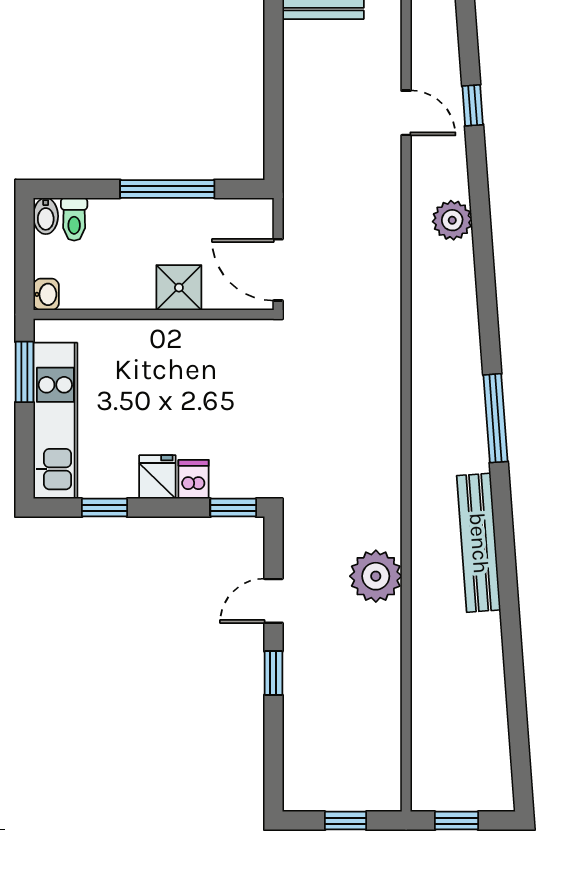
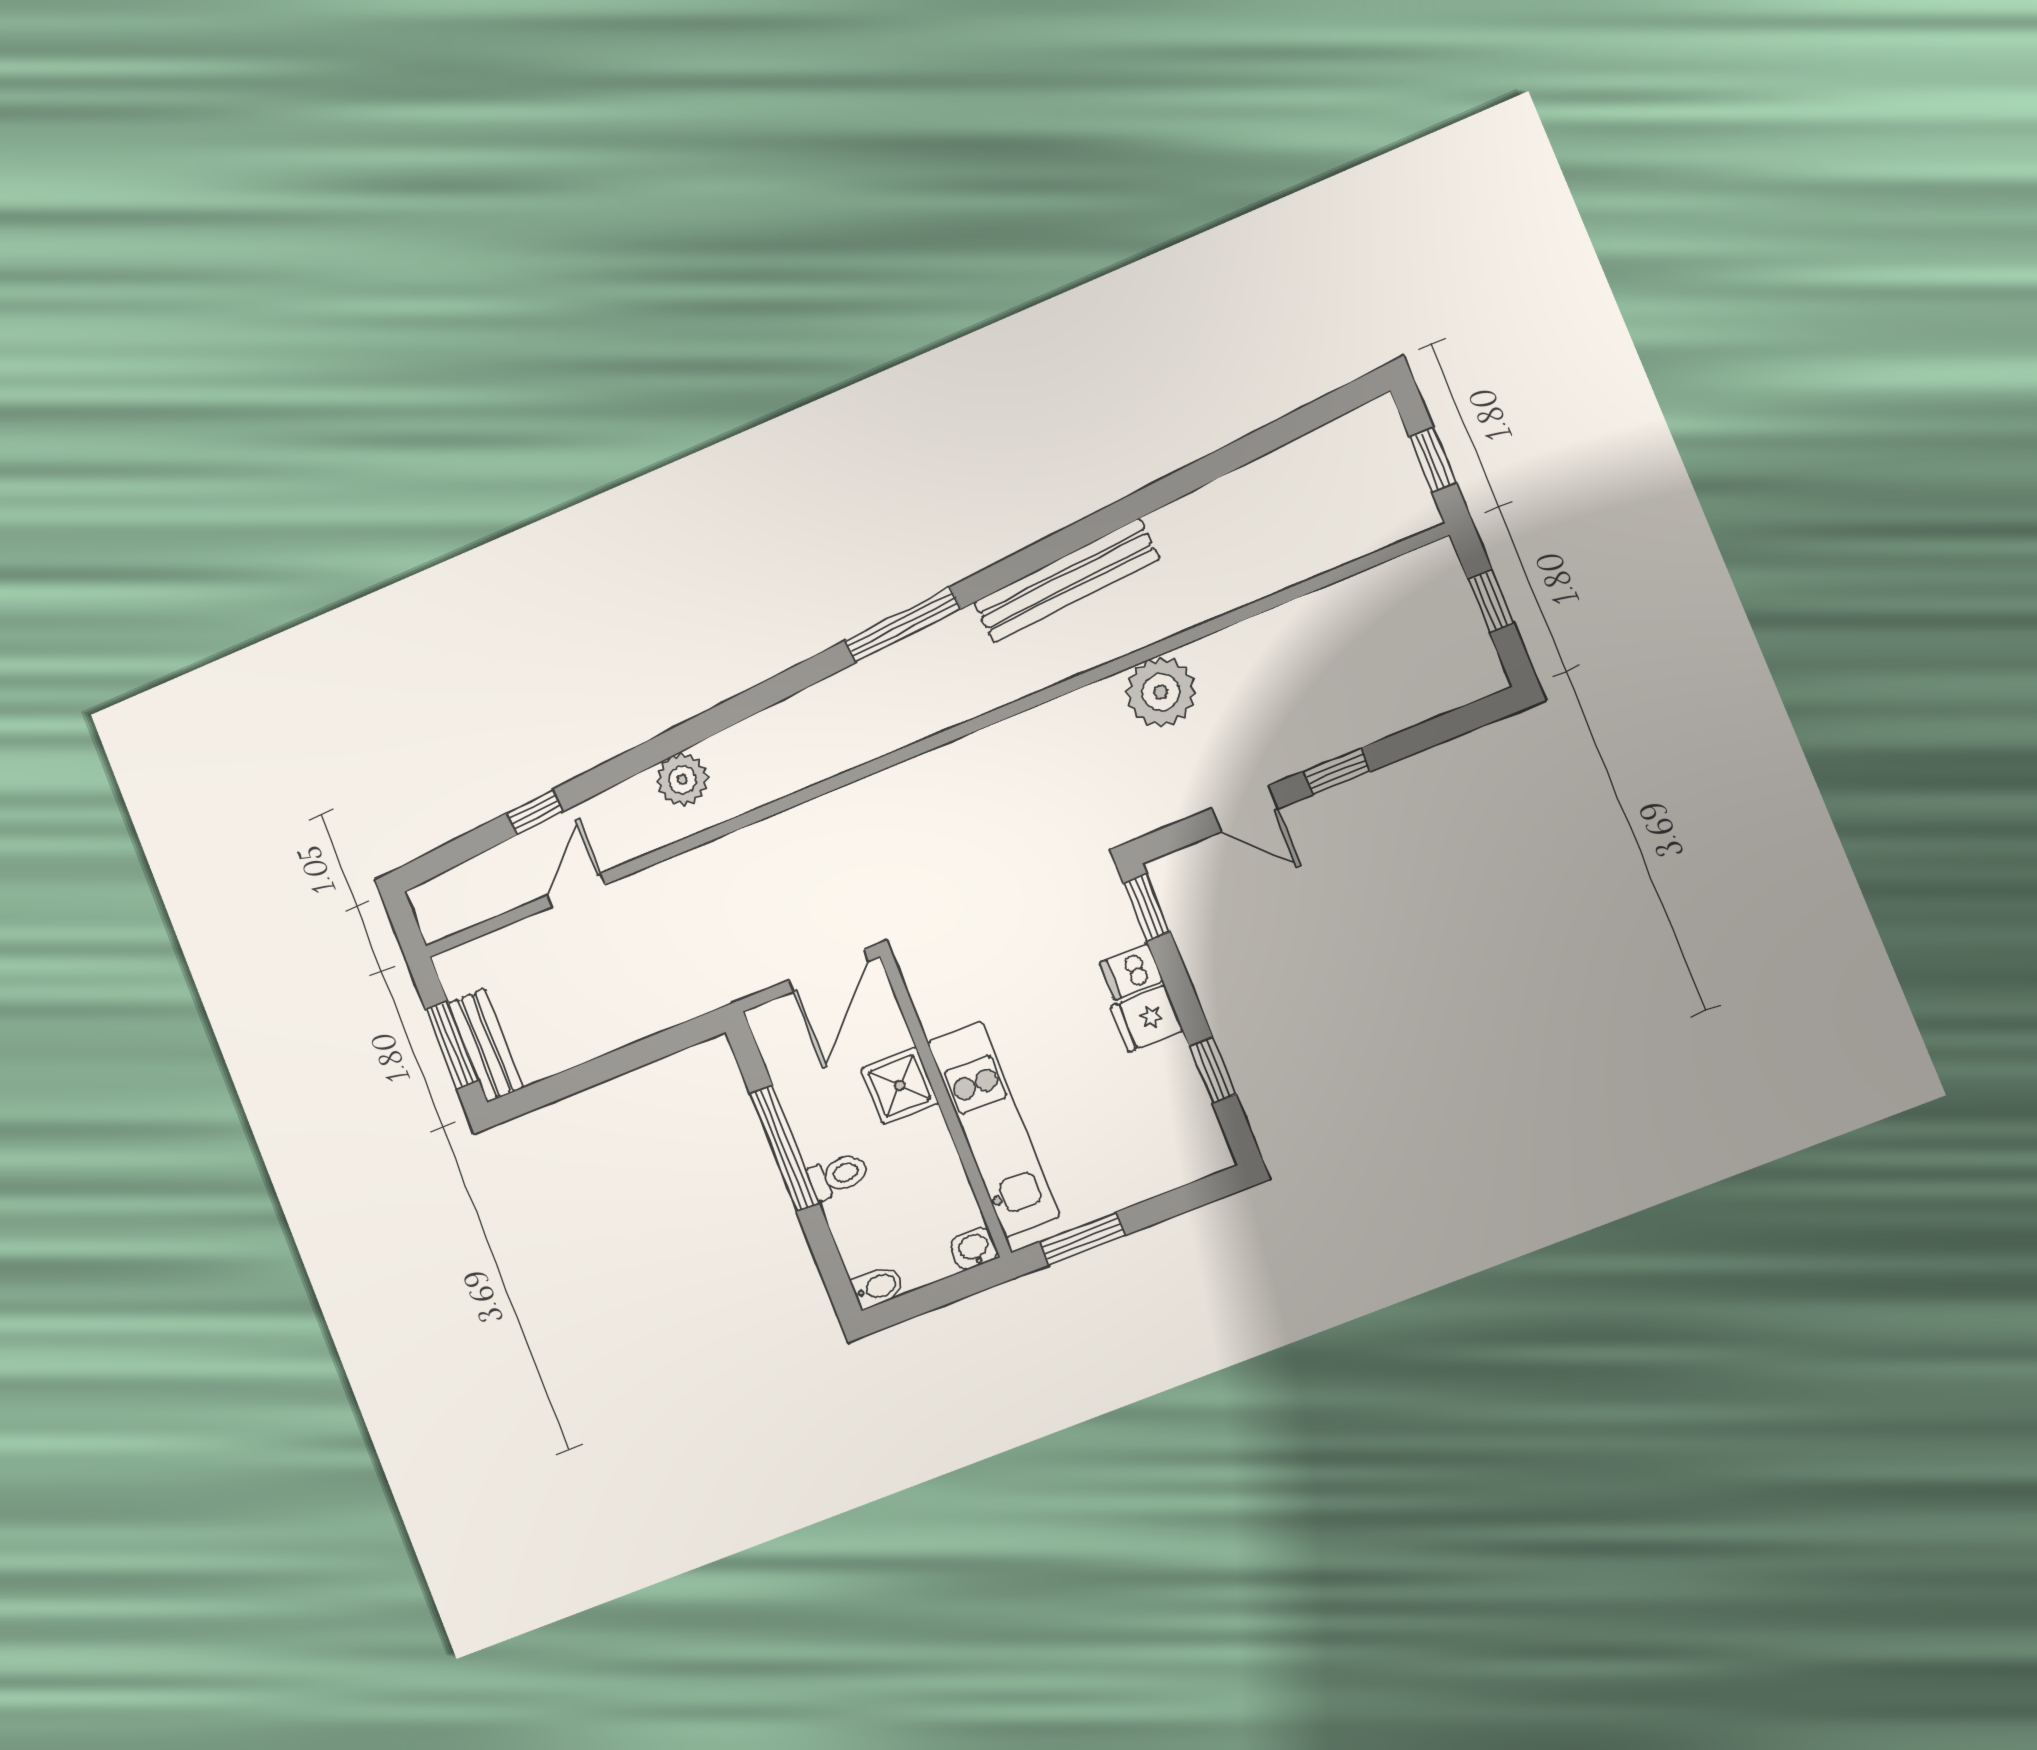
toilet: (74, 219) -> (838, 1175), moved
kitchen unit: (55, 421) -> (993, 1130), moved, turned 90

